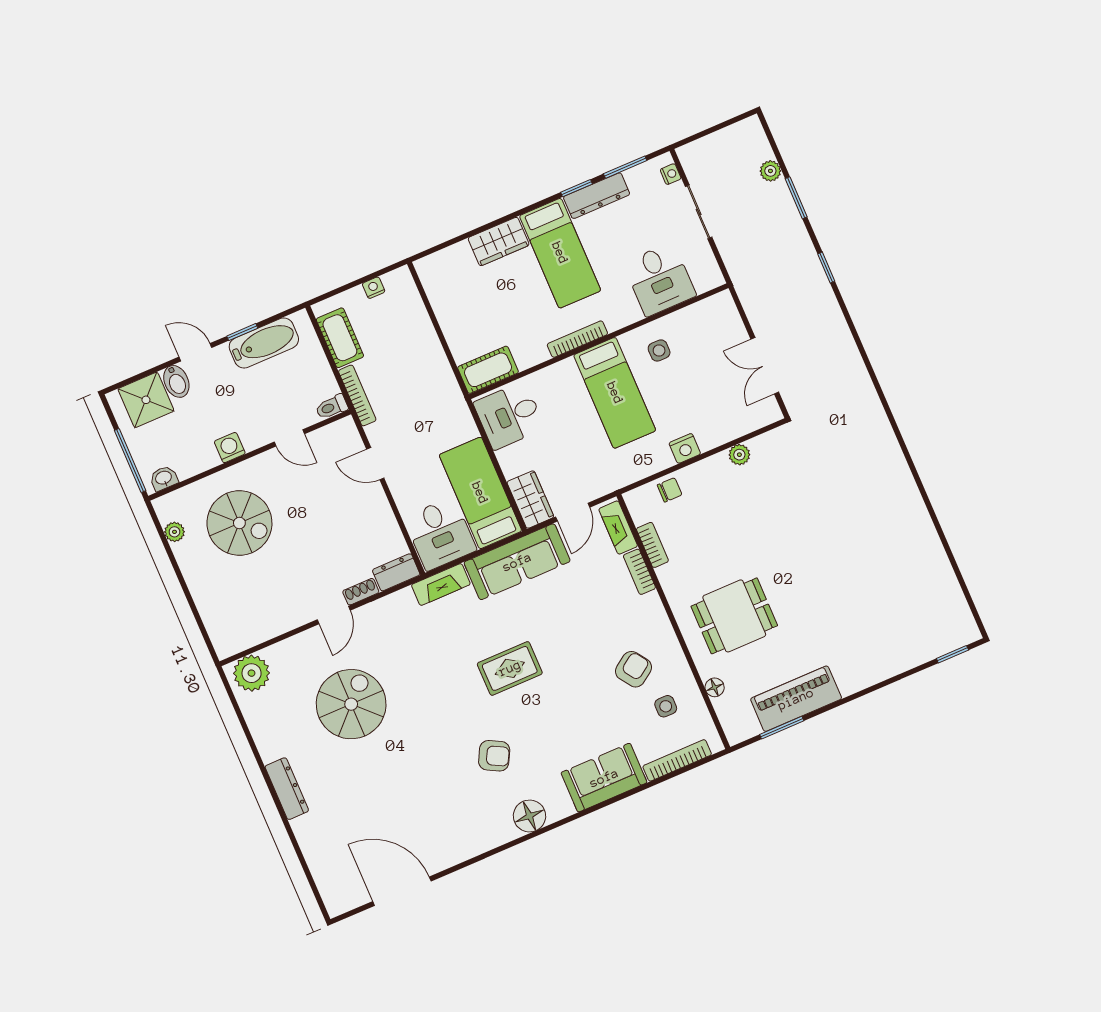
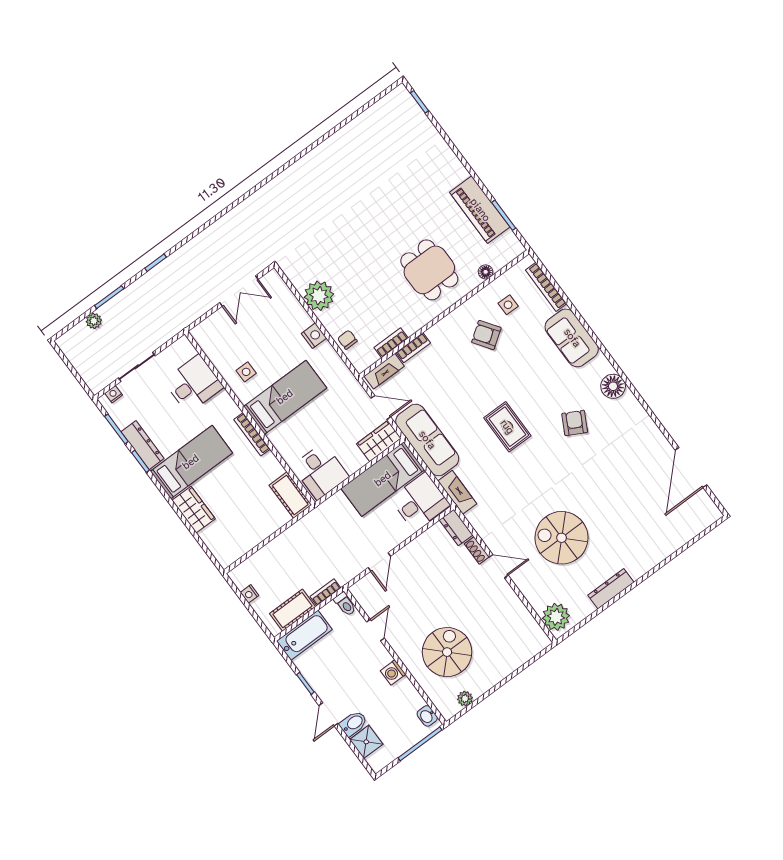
bathtub: (264, 343) -> (304, 635), moved, turned 90
bookcase: (357, 395) -> (325, 592), width x0.64
shower: (146, 400) -> (366, 742), width x0.73, depth x0.73
plant: (739, 455) -> (319, 296), width x1.87, depth x1.87
dresser: (287, 789) -> (611, 589), moved

